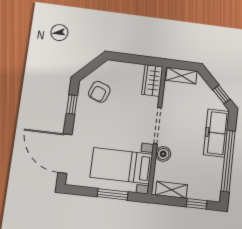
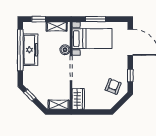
freezer: (216, 133) -> (30, 50), moved

